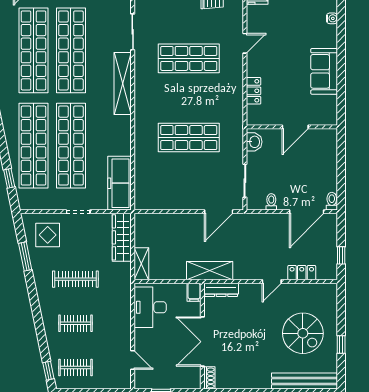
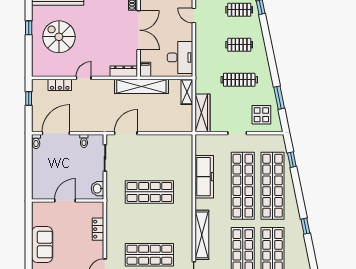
freezer: (120, 183) -> (204, 177), moved
shelving: (210, 271) -> (141, 86), width x1.47

